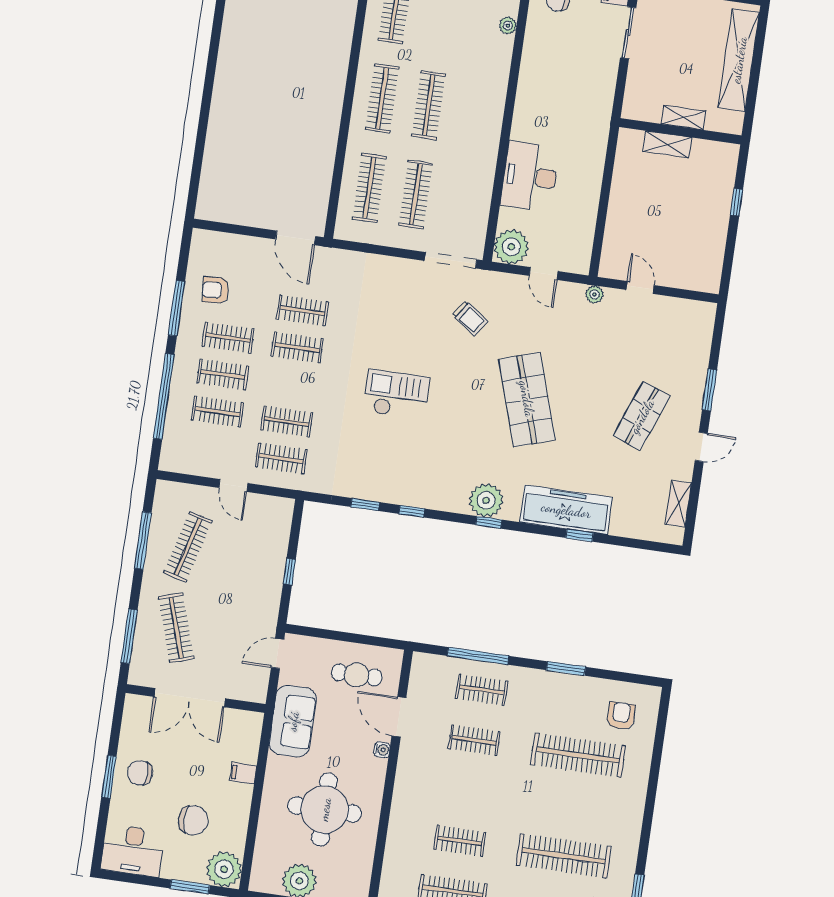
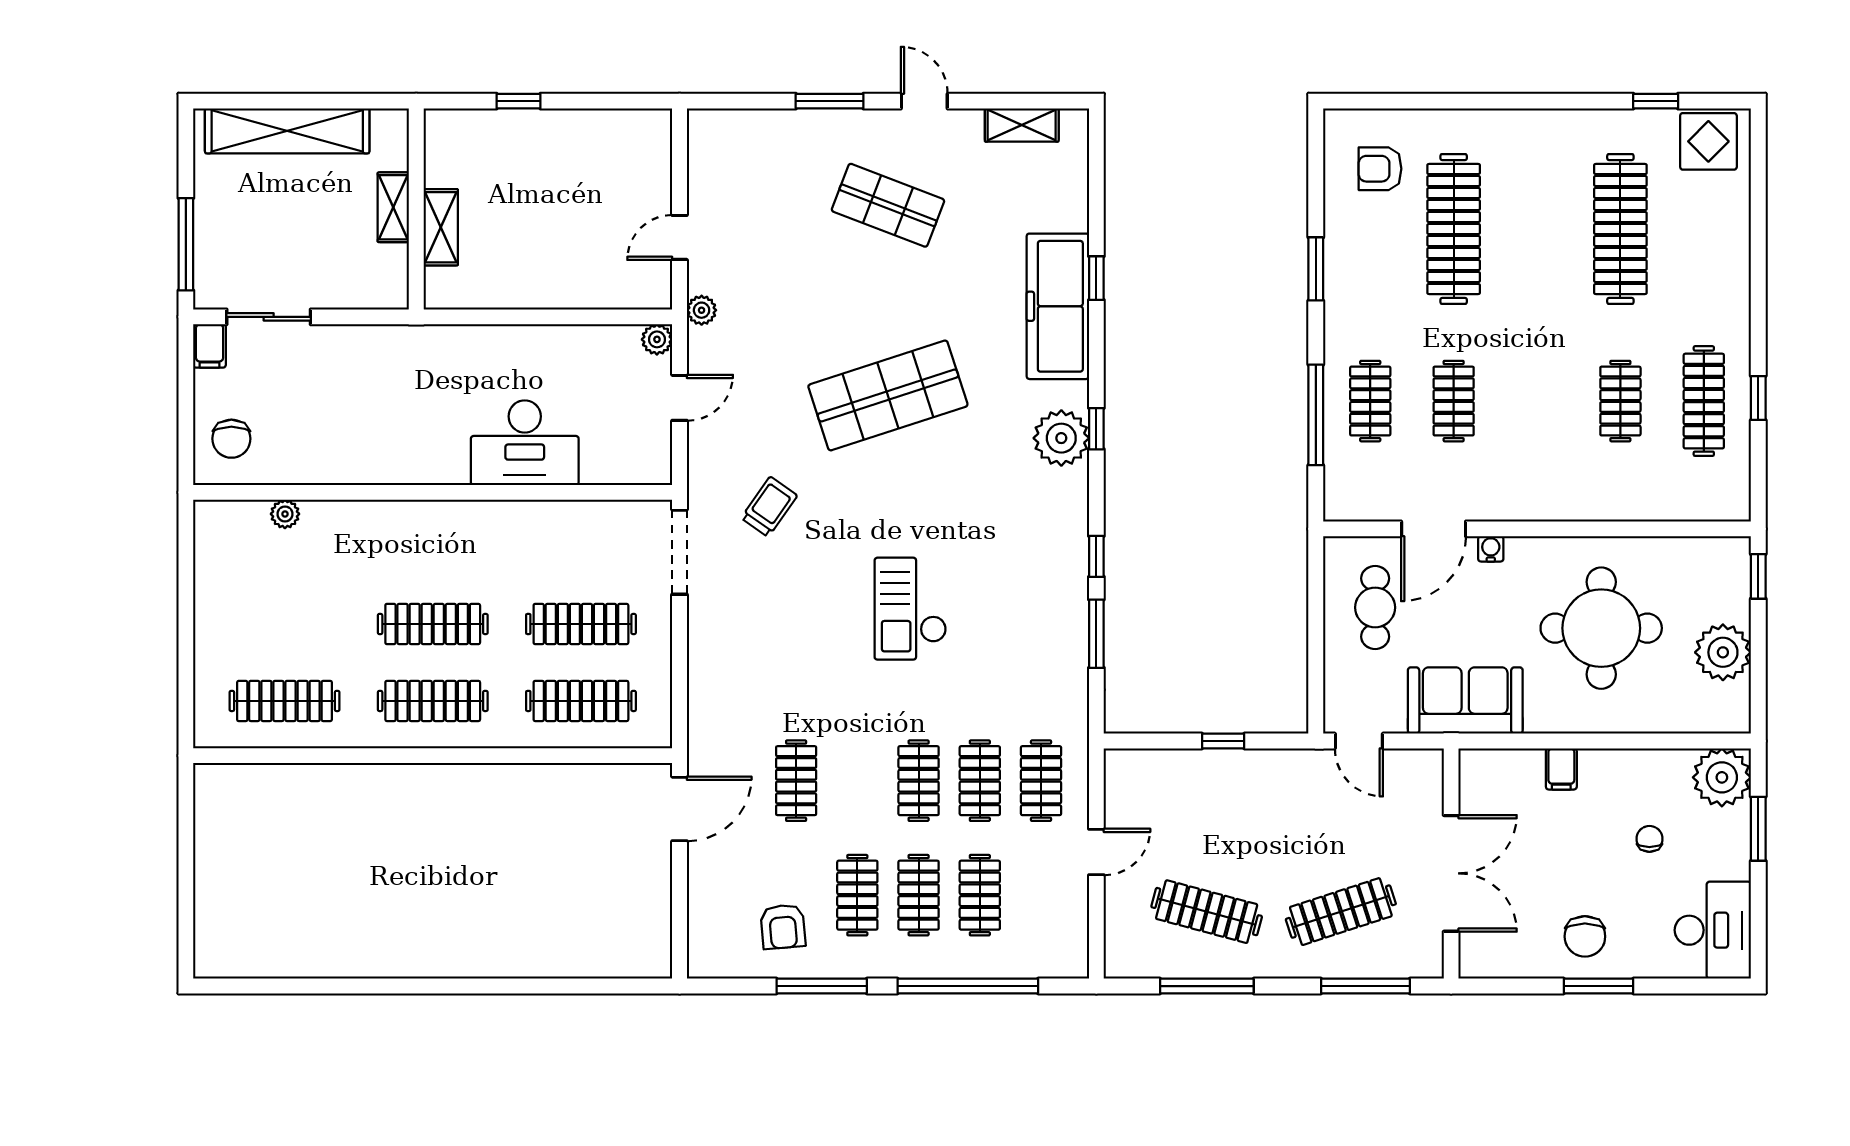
plant: (511, 247) -> (657, 339), moved, width x0.53, depth x0.53
clothes rail: (297, 348) -> (919, 781), moved
window: (365, 504) -> (1096, 634), width x1.50
chair: (193, 820) -> (1649, 839), width x0.54, depth x0.54

